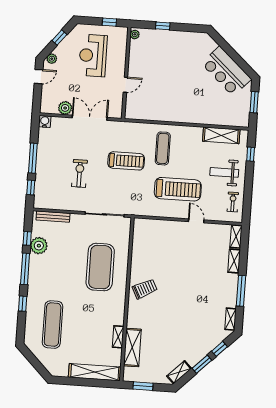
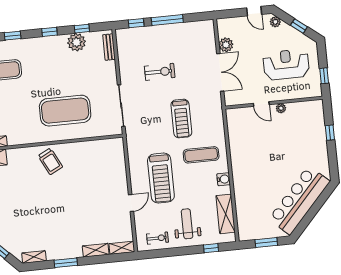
plant: (135, 34) -> (281, 108), moved
bar counter: (226, 71) -> (299, 200), width x1.36
water cooler: (45, 122) -> (224, 179), moved
bench: (53, 217) -> (109, 47), width x0.73
window: (25, 269) -> (49, 32), width x0.46
window: (241, 291) -> (66, 263), width x0.69

